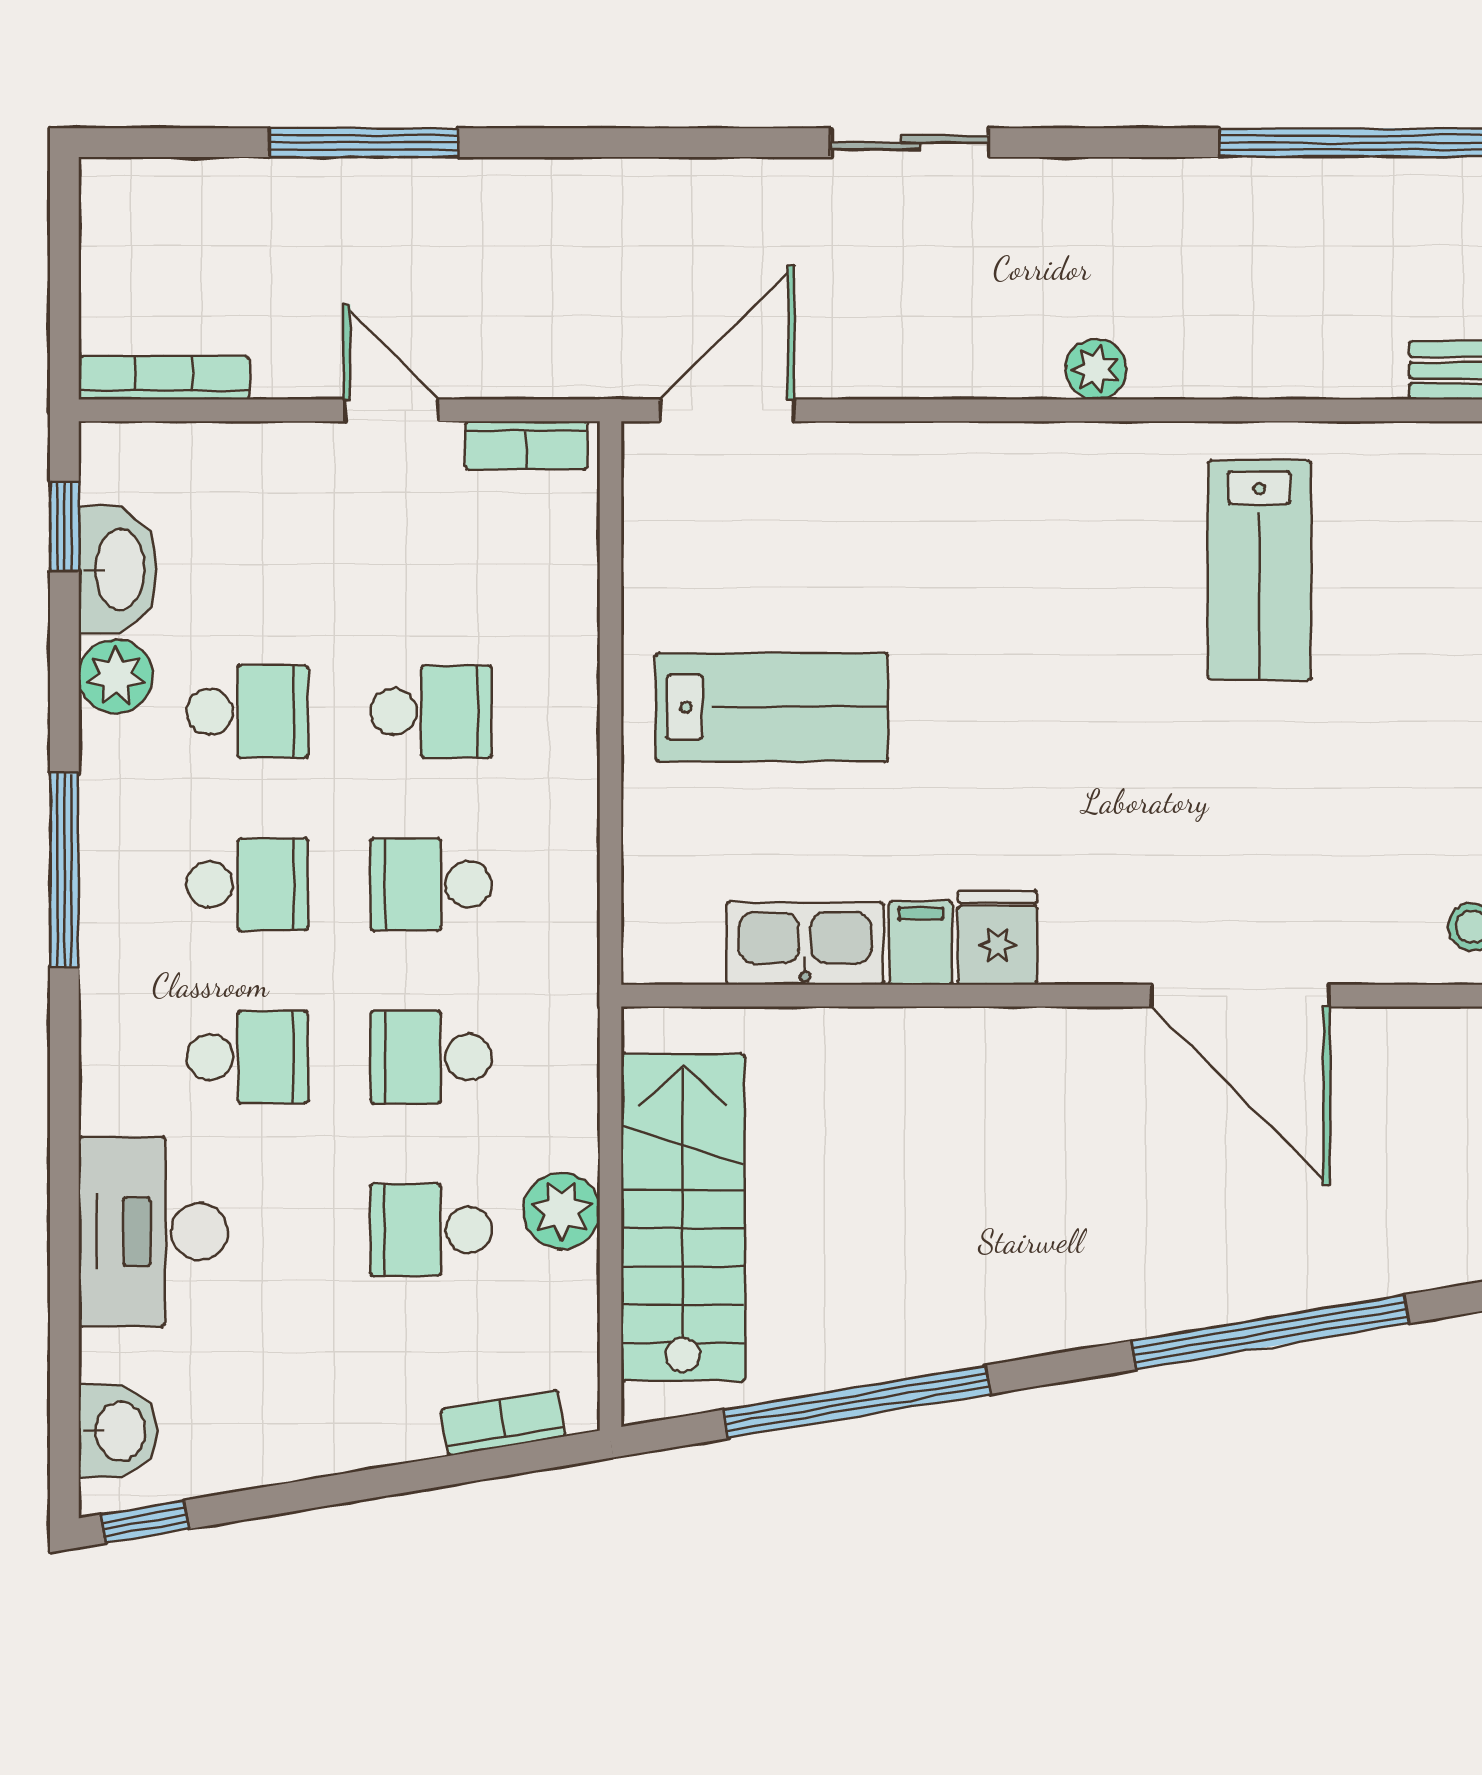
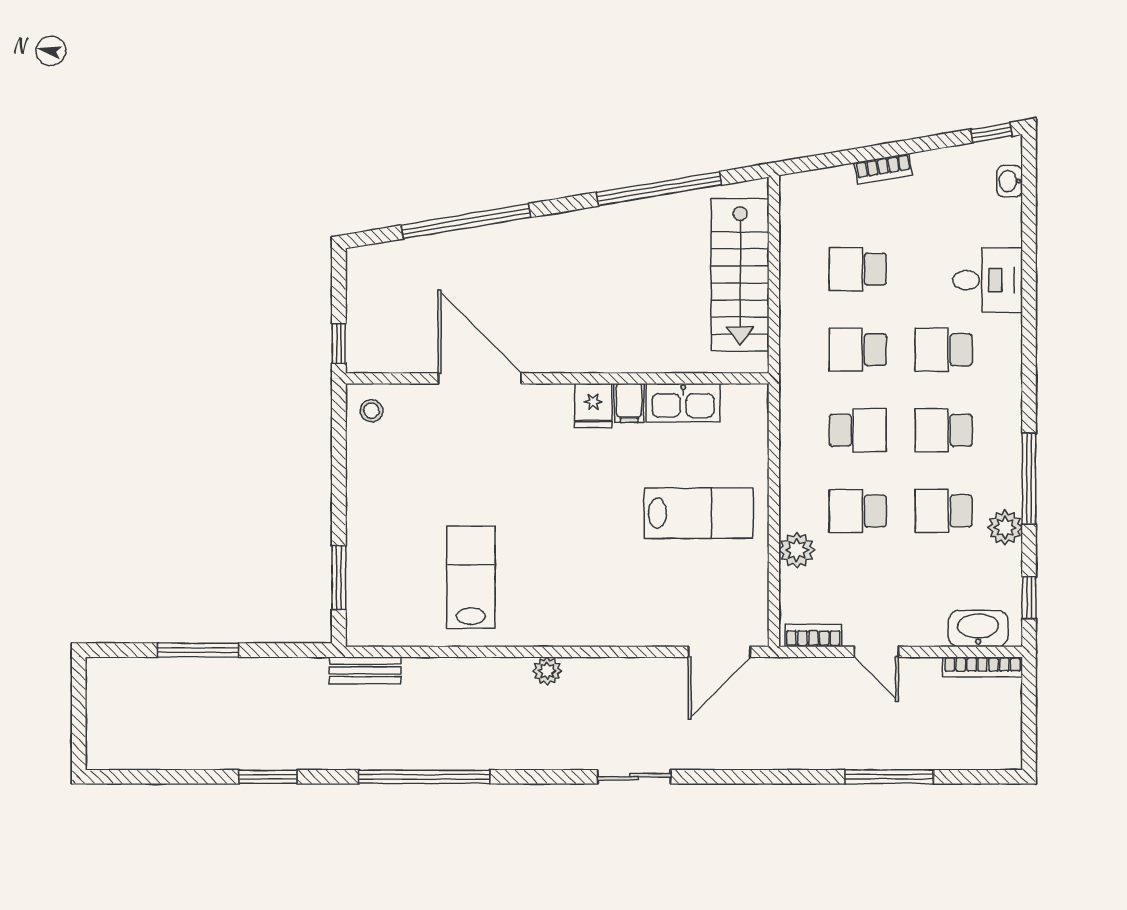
washbasin: (118, 570) -> (978, 629), moved, turned 90
lab bench: (772, 707) -> (699, 513), turned 180
window: (64, 870) -> (1029, 479), moved
school desk: (431, 1057) -> (858, 350), turned 180
plant: (562, 1211) -> (797, 550), moved
school desk: (431, 1230) -> (858, 269), turned 180
desk: (153, 1232) -> (988, 280), width x0.73
bookcase: (503, 1423) -> (883, 169), moved
washbasin: (118, 1431) -> (1010, 181), width x0.72, depth x0.69

